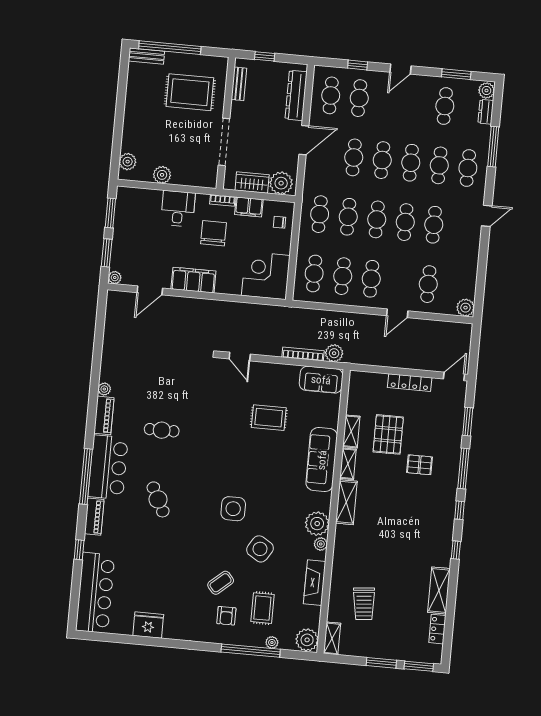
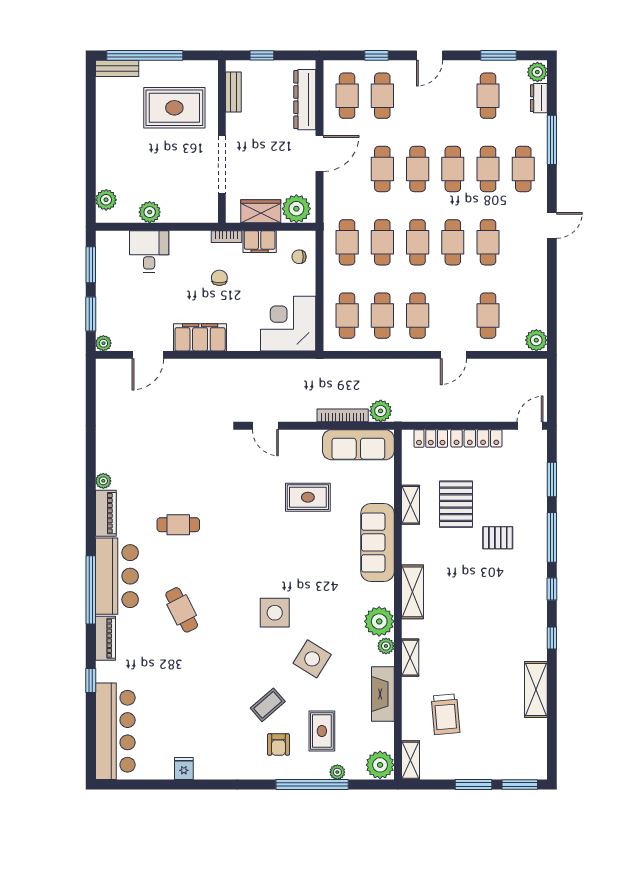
desk: (178, 209) -> (149, 252), moved
chair: (214, 233) -> (219, 278), width x0.54, depth x0.54
sofa: (321, 380) -> (358, 445), width x1.36
shelving: (348, 464) -> (410, 658), moved
fridge: (148, 625) -> (184, 769), width x0.53, depth x0.75
locker: (437, 629) -> (431, 438), moved, turned -90

